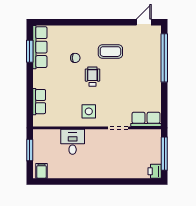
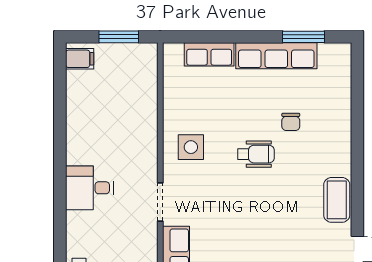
row of seats: (40, 47) -> (276, 56), moved
coffee table: (110, 52) -> (337, 200), moved
desk: (73, 142) -> (89, 188), moved, turned 180

